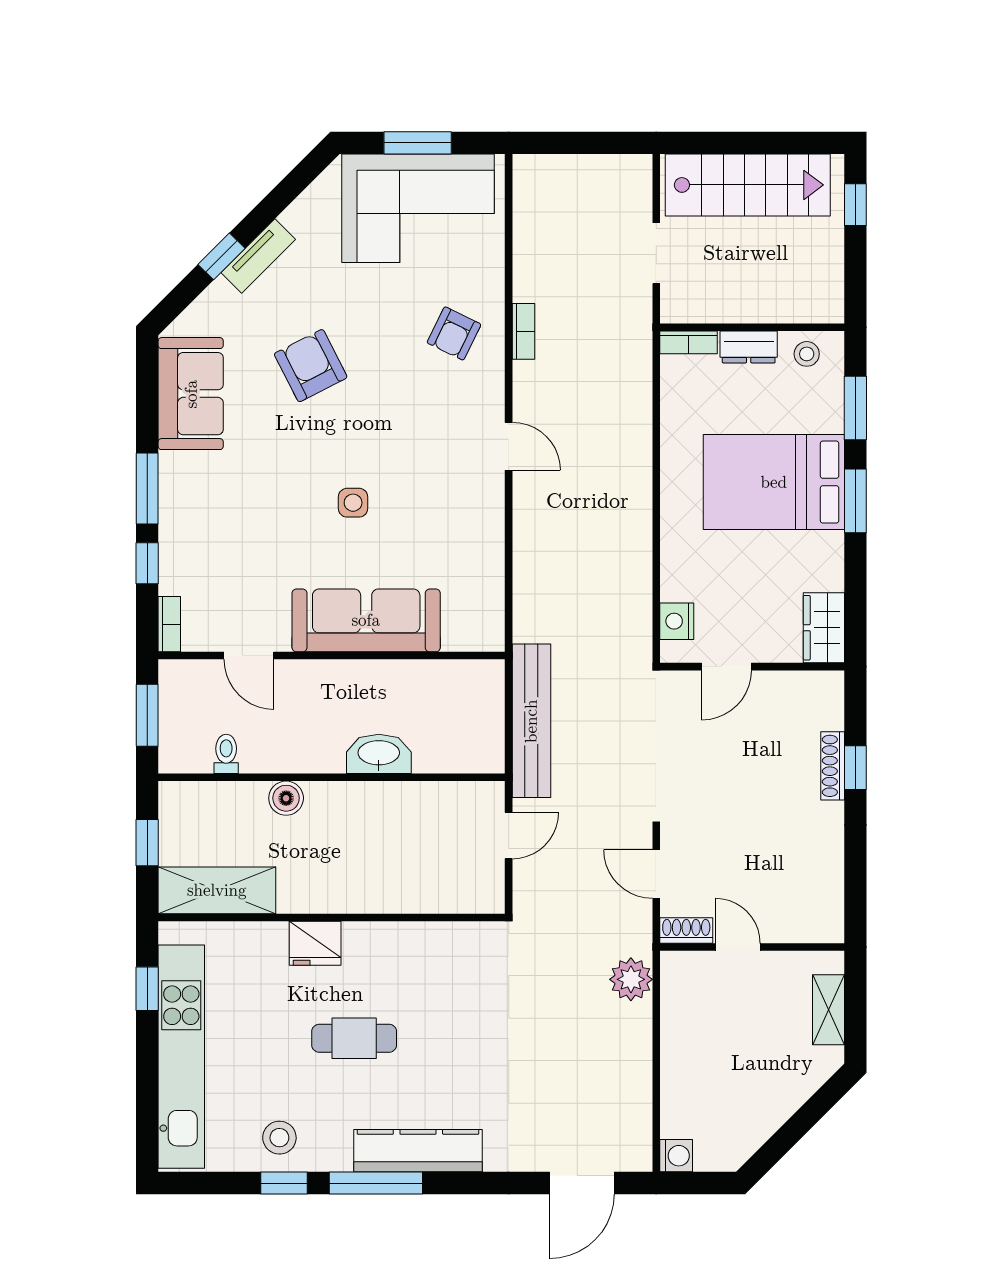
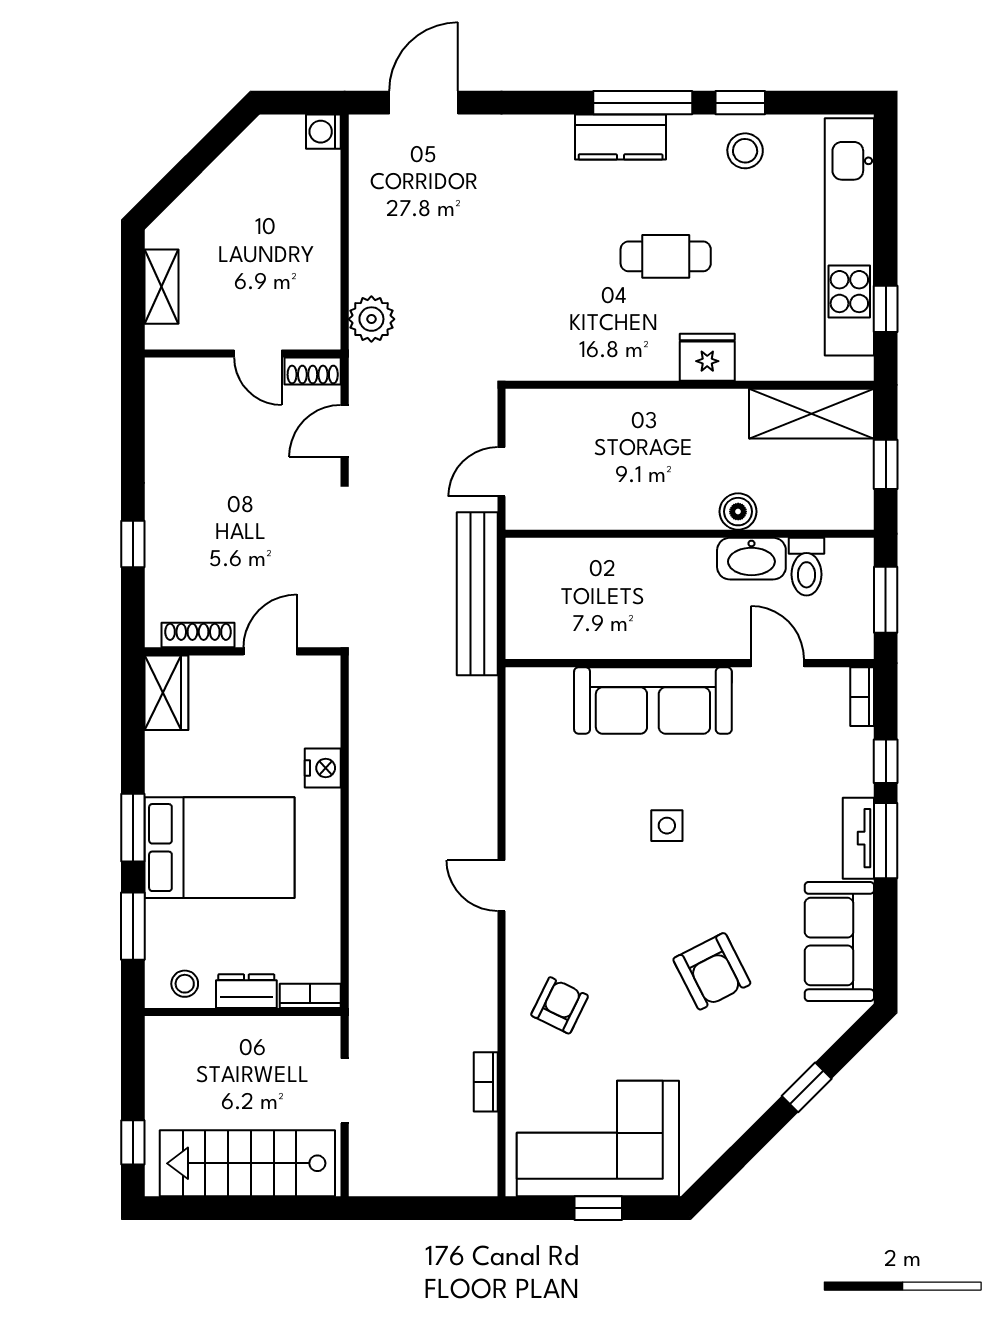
window: (418, 143) -> (598, 1208), width x0.67
tv unit: (258, 256) -> (858, 838), moved, turned -45
bookcase: (524, 331) -> (486, 1082), moved
nightstand: (677, 621) -> (323, 768), moved
toilet: (226, 754) -> (806, 567), width x1.37, depth x1.39
washbasin: (379, 754) -> (751, 559), moved
shoe rack: (833, 766) -> (198, 635), moved, turned -90
door: (656, 874) -> (345, 431), swing flipped
kitchen counter: (418, 1151) -> (621, 137), width x0.67

